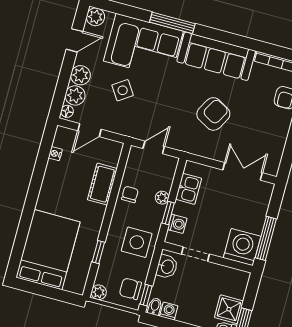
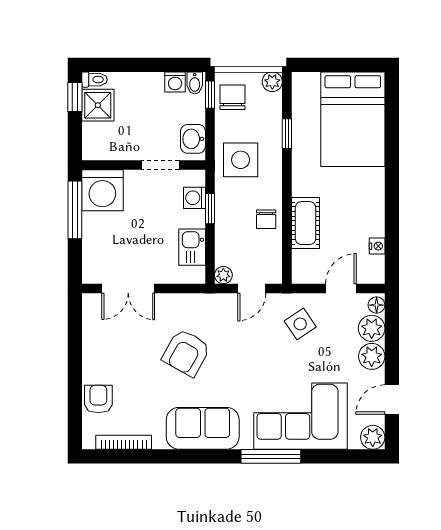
sofa: (216, 56) -> (203, 428), width x0.73
side table: (123, 90) -> (300, 324), moved
plant: (162, 198) -> (223, 275), moved
chair: (130, 289) -> (233, 97), turned -90

